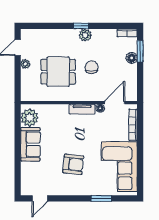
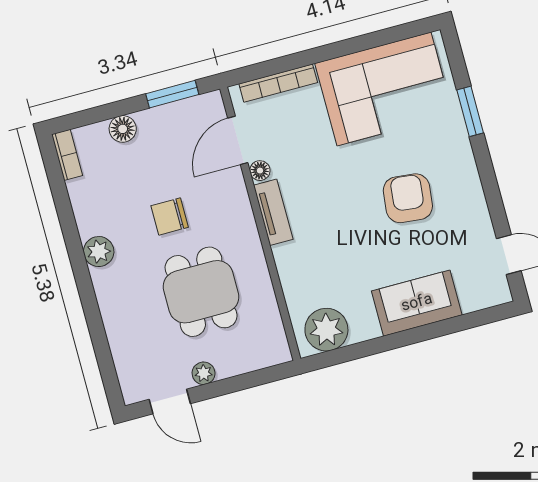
window: (81, 26) -> (80, 267), removed
window: (140, 51) -> (172, 94), moved
door: (115, 103) -> (238, 140), hinge flipped
sofa: (30, 144) -> (417, 303), moved

